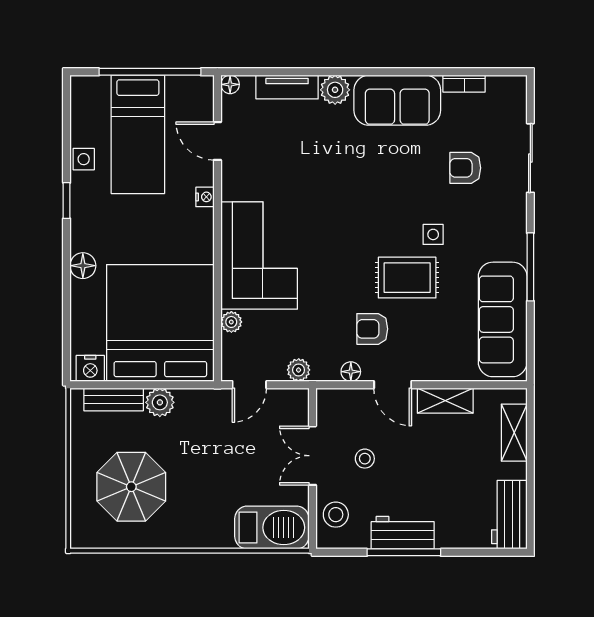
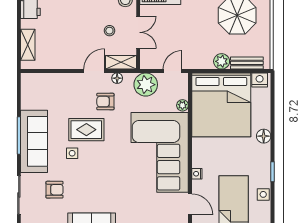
corner sofa: (259, 256) -> (160, 152), width x1.36, depth x1.36
sofa: (503, 319) -> (34, 141), moved
armchair: (372, 329) -> (105, 102), turned 180
plant: (299, 370) -> (146, 85), width x1.88, depth x1.88
door: (393, 385) -> (94, 71), hinge flipped
shelving: (445, 401) -> (121, 62), moved

